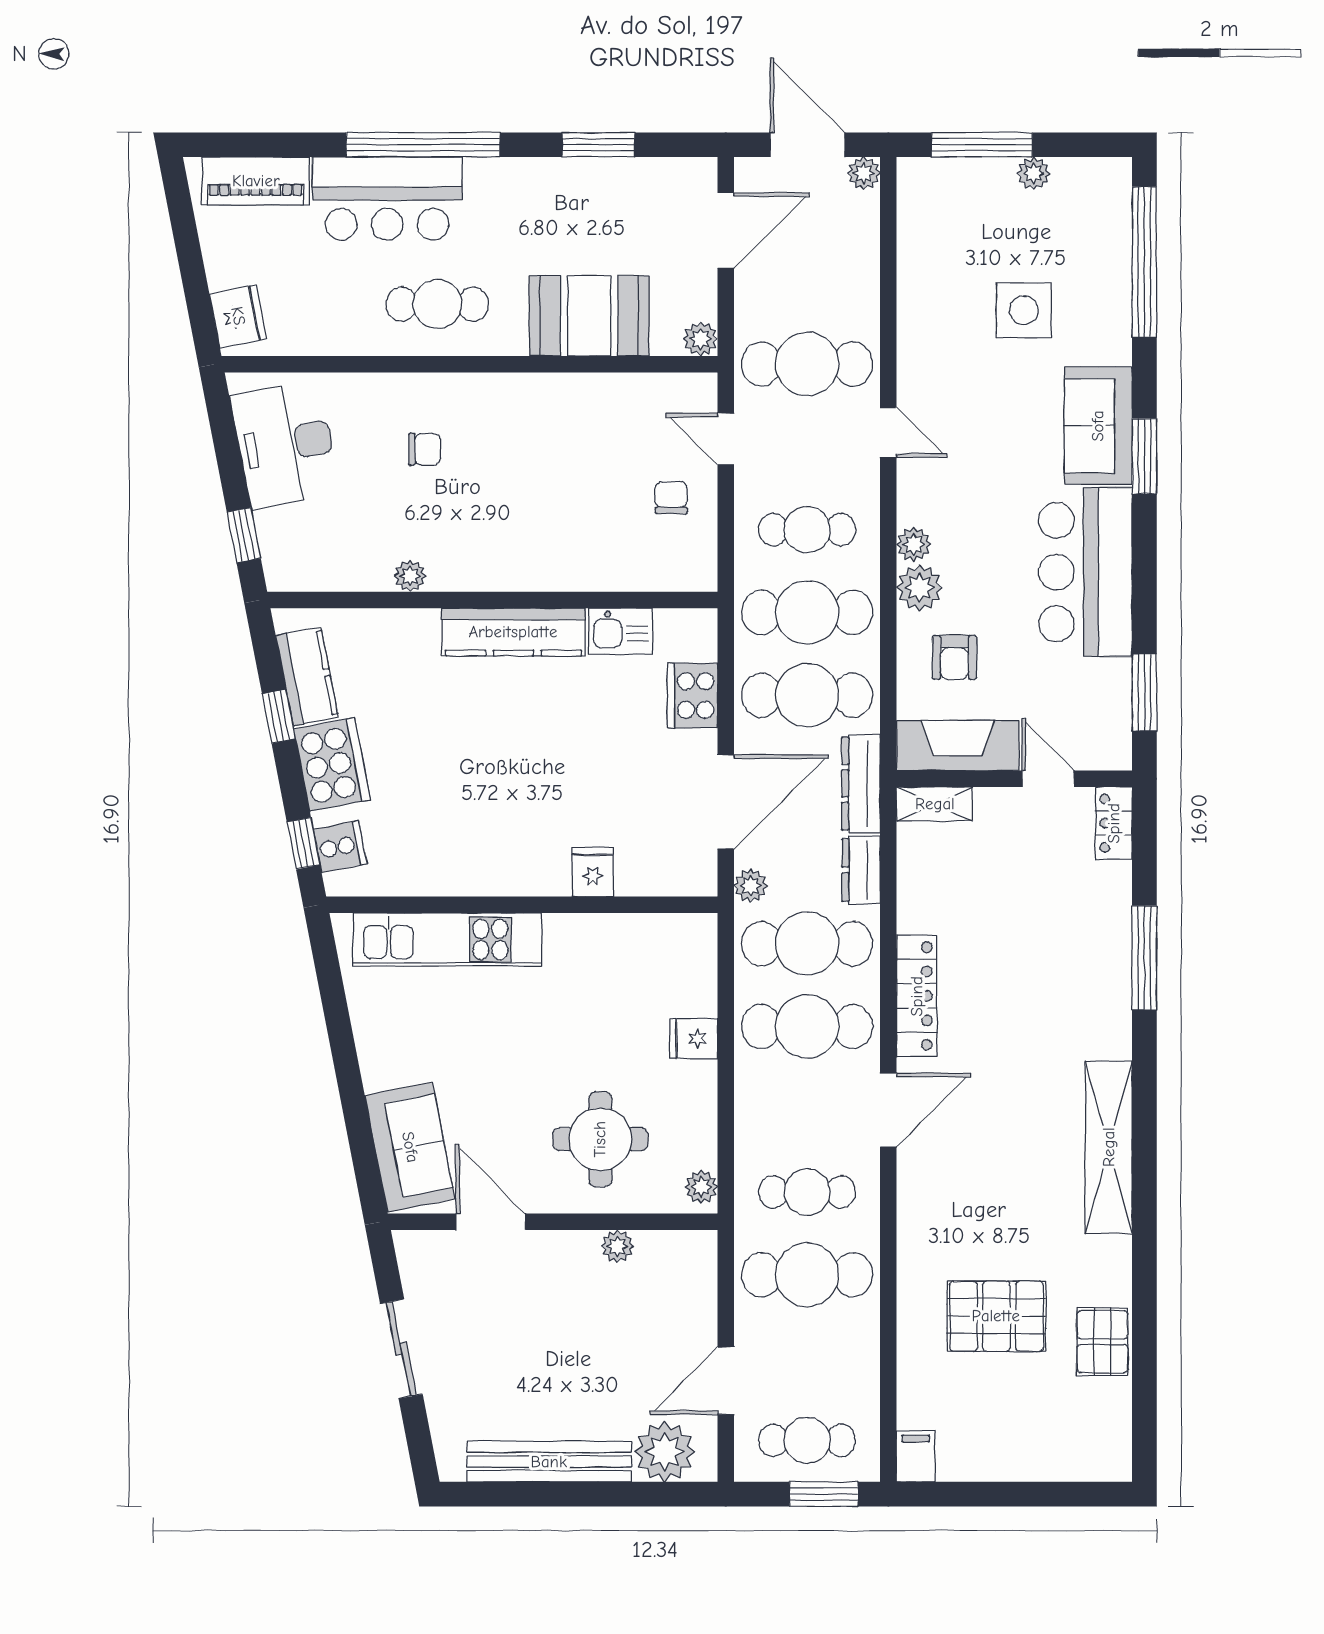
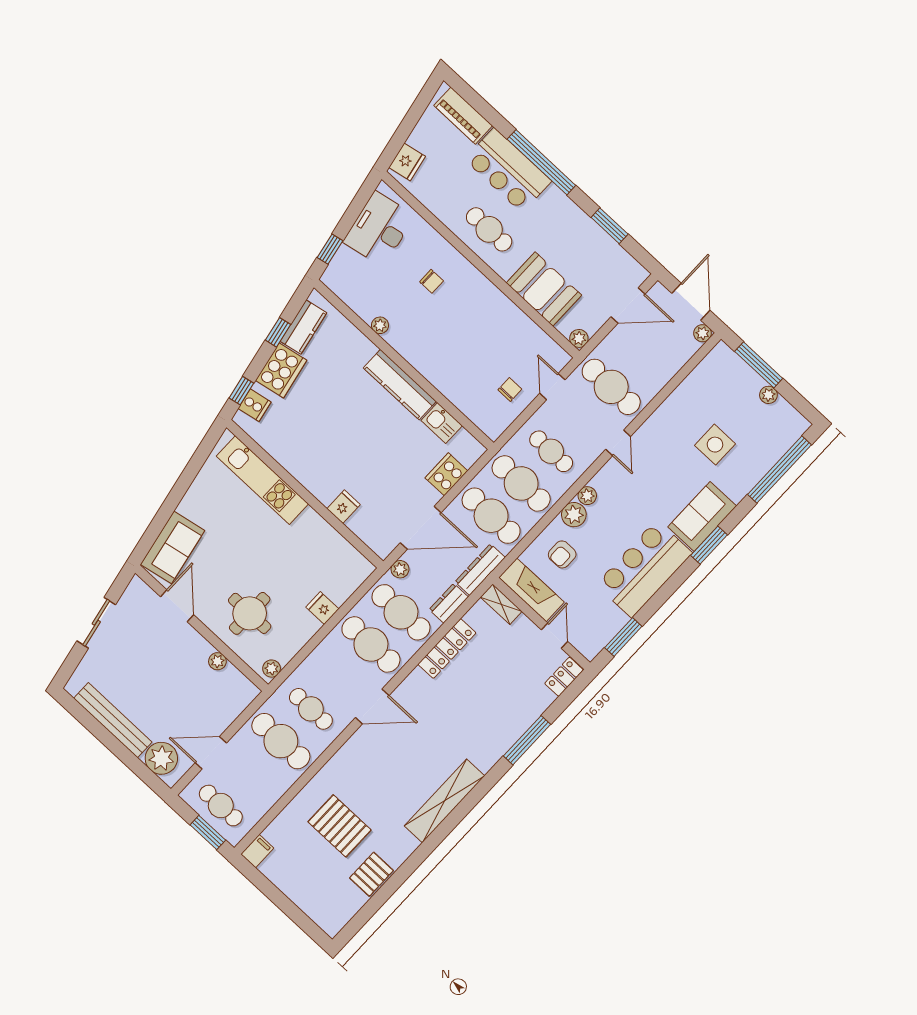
locker: (917, 996) -> (447, 649), moved

